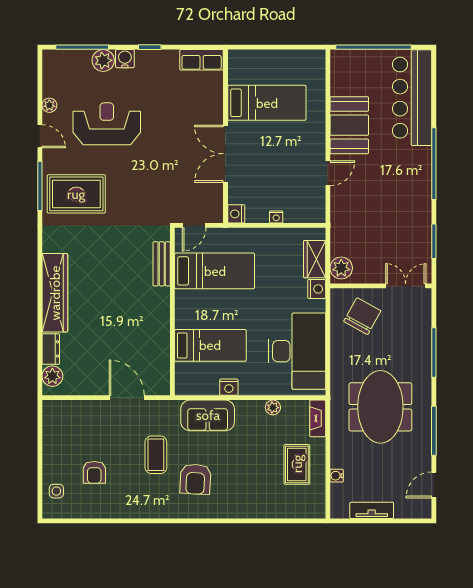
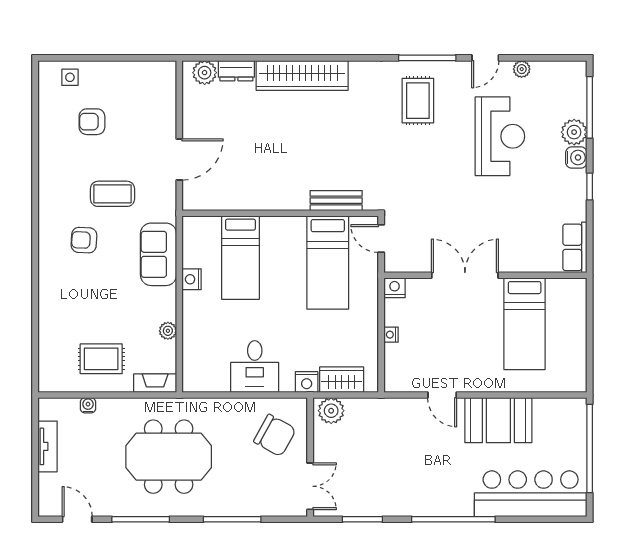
rug: (76, 194) -> (418, 101), width x0.73, depth x0.70
desk: (297, 351) -> (255, 367), width x0.53, depth x0.77
armchair: (195, 479) -> (84, 240), width x0.72, depth x0.72

